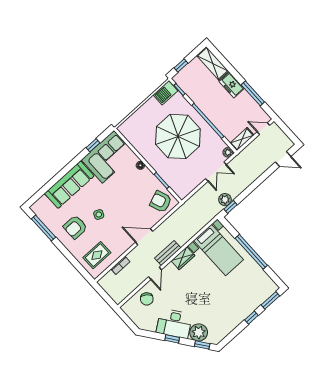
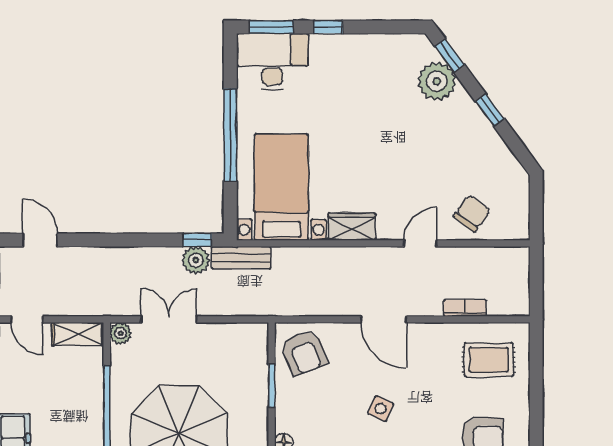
side table: (99, 215) -> (381, 409), moved
bench: (168, 253) -> (241, 258), moved
desk: (174, 323) -> (272, 61), moved, turned -54

